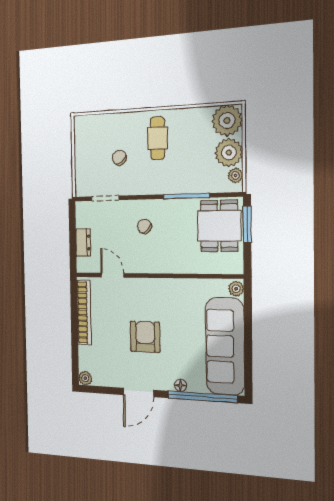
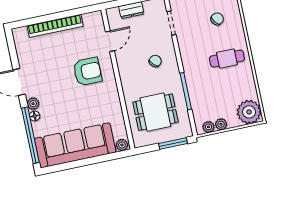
plant: (229, 152) -> (221, 124), width x0.53, depth x0.53
chair: (119, 158) -> (217, 19), moved
dining table: (219, 226) -> (155, 112), moved
bookcase: (84, 312) -> (55, 26), moved
armchair: (145, 337) -> (87, 71), moved
plant: (85, 378) -> (33, 104), moved

